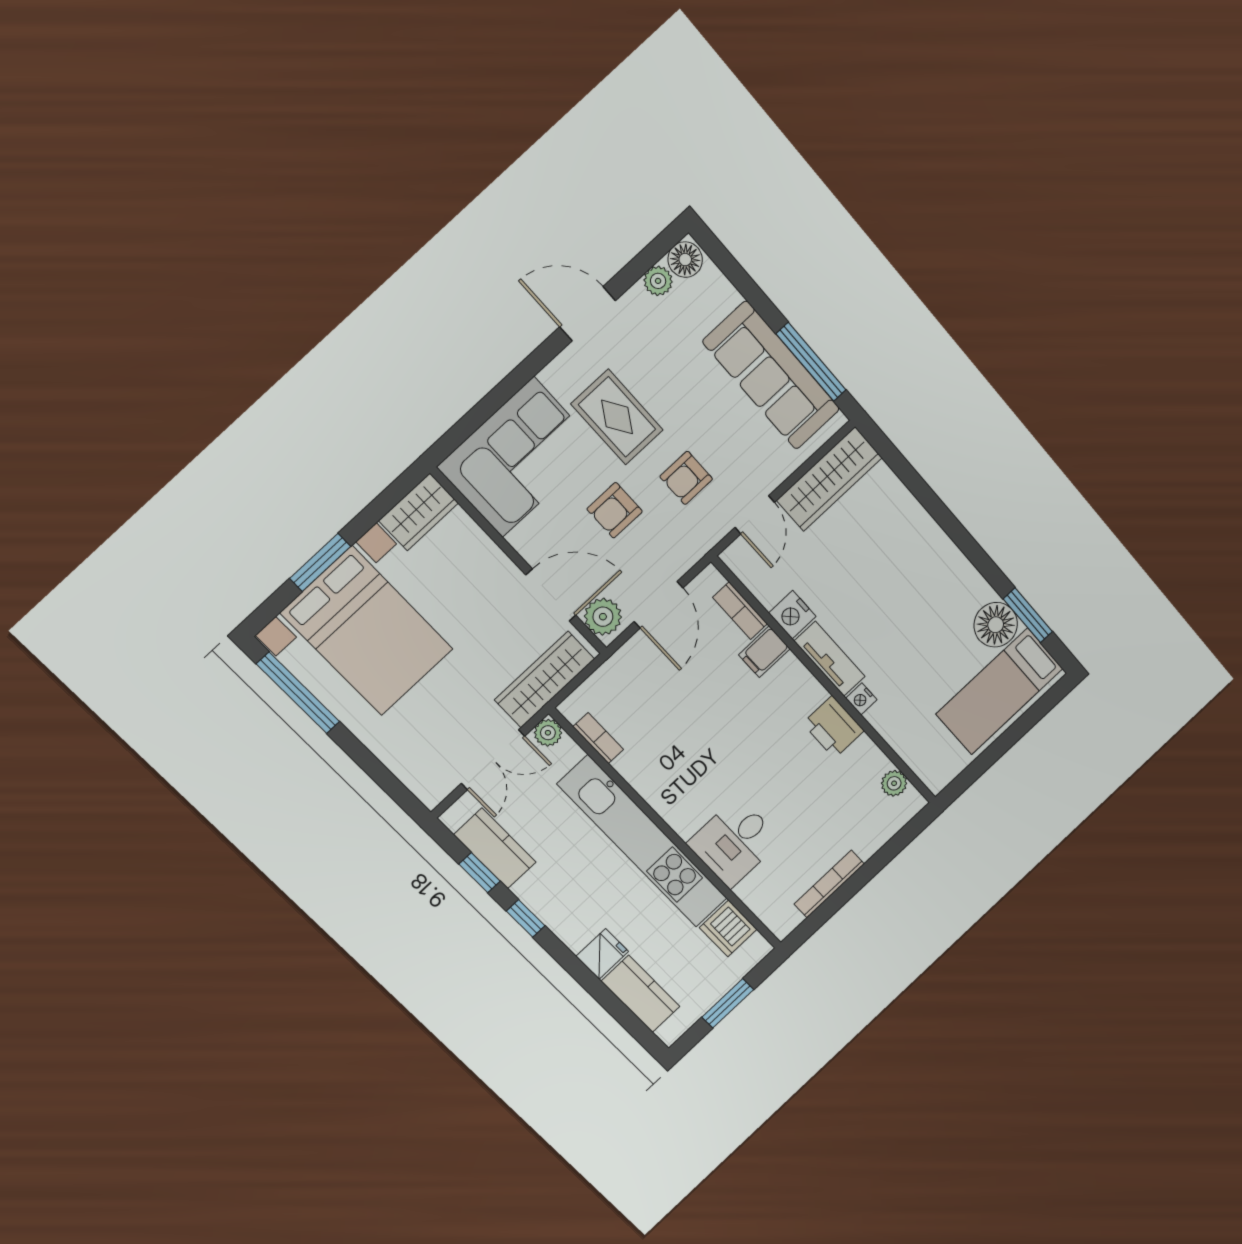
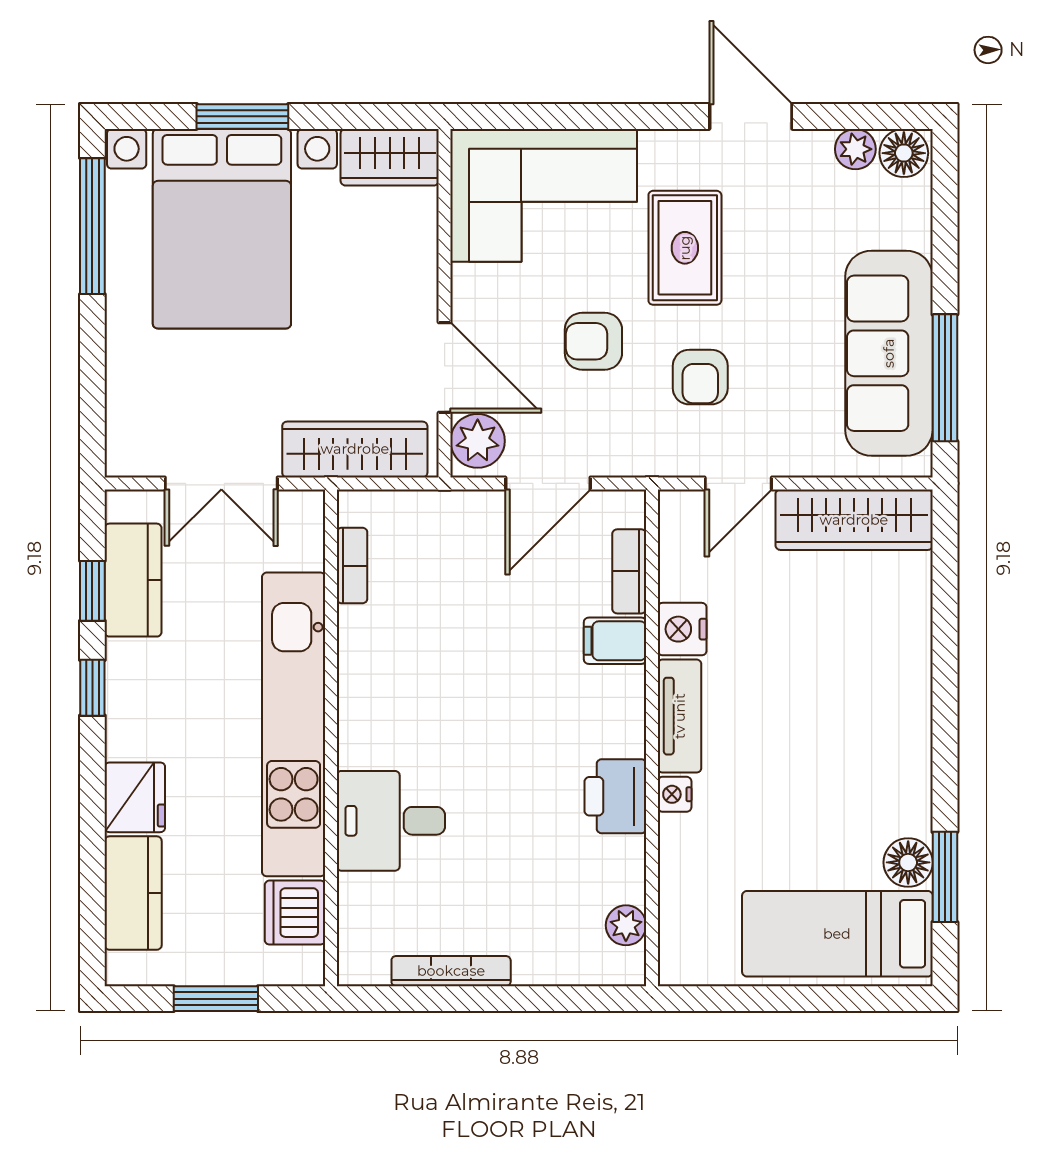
armchair: (686, 478) -> (700, 377), turned -90
floor lamp: (996, 625) -> (908, 862), width x0.73, depth x0.73
plant: (548, 733) -> (305, 509), removed
fridge: (602, 954) -> (135, 797), width x1.38

